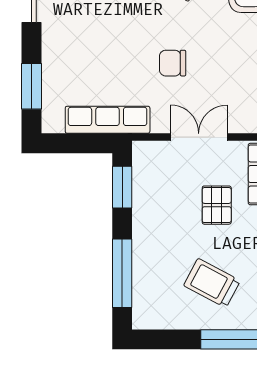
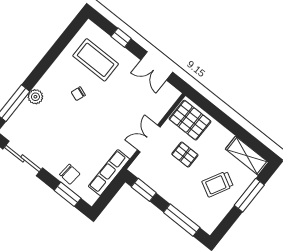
chair: (173, 63) -> (70, 174), moved, turned -85

